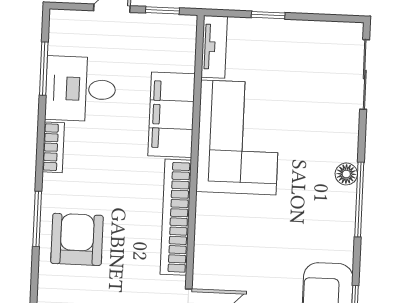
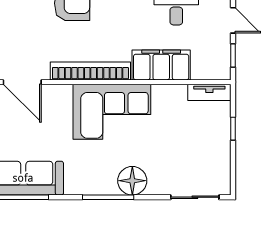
corner sofa: (238, 137) -> (112, 112), moved
floor lamp: (346, 174) -> (132, 181), width x1.89, depth x1.89

